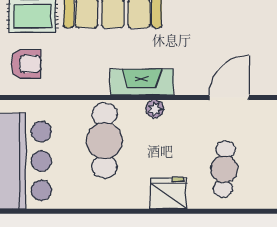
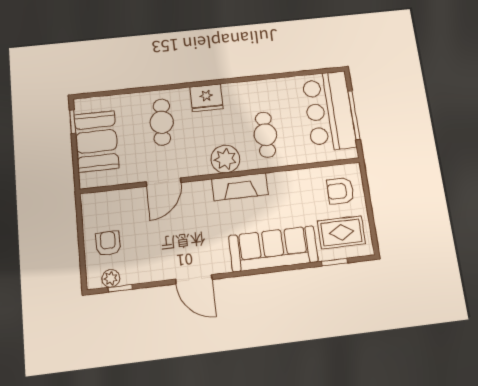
plant: (155, 109) -> (225, 159), width x1.88, depth x1.88
cafe table: (104, 141) -> (265, 135), width x0.73, depth x0.74

